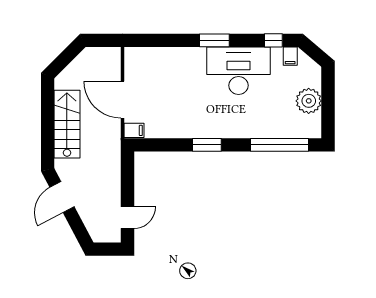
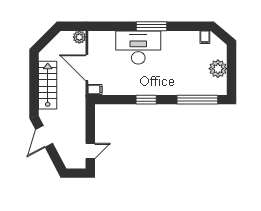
window: (214, 40) -> (152, 26), width x1.44
window: (273, 40) -> (193, 26), removed
plant: (112, 56) -> (79, 37), added
desk: (238, 71) -> (138, 47), moved

